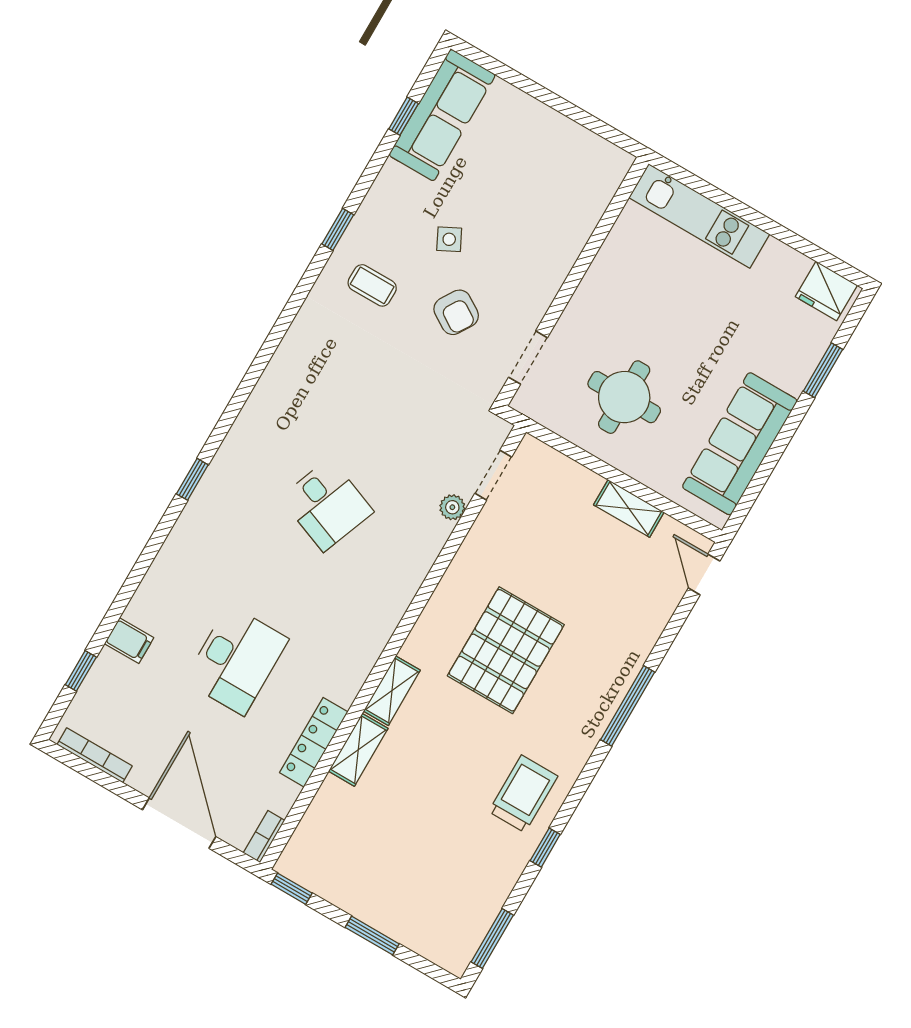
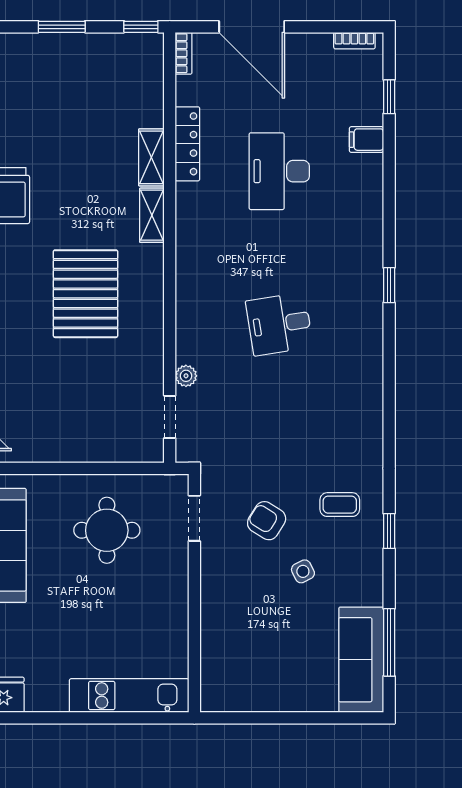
window: (404, 116) -> (389, 642), width x2.17
desk: (327, 505) -> (279, 324), turned -30
shelving: (629, 508) -> (56, 450), removed
bookcase: (95, 755) -> (354, 41), width x0.64

